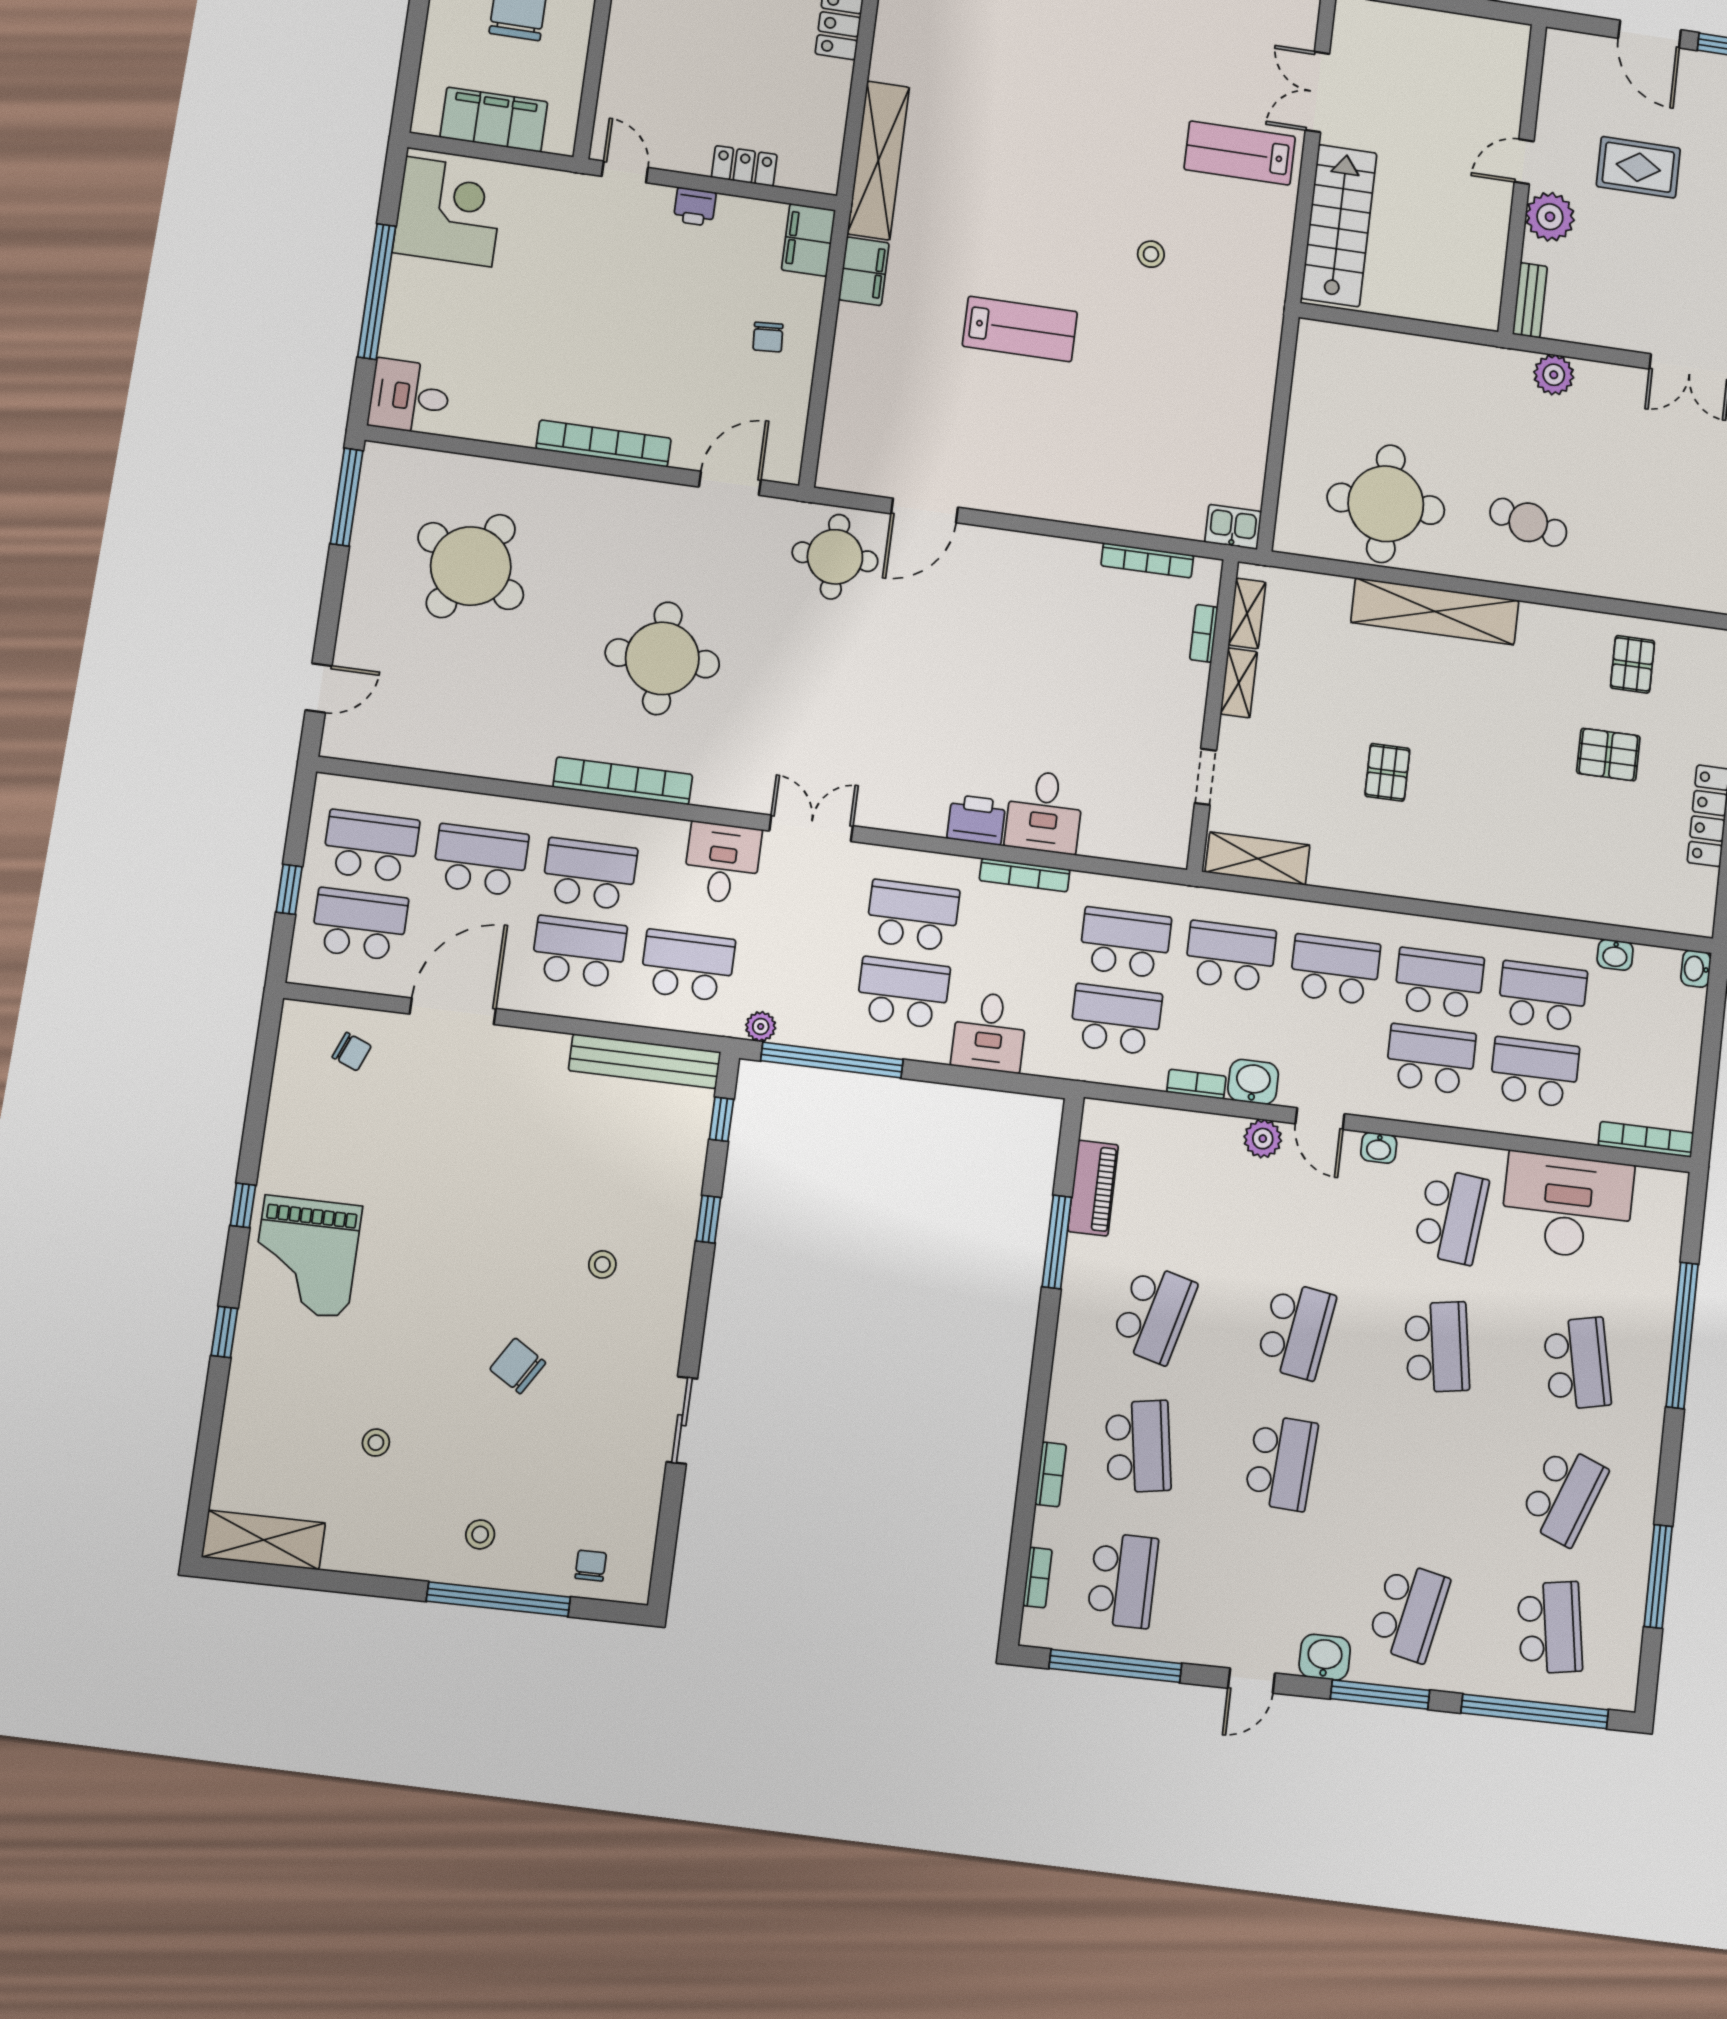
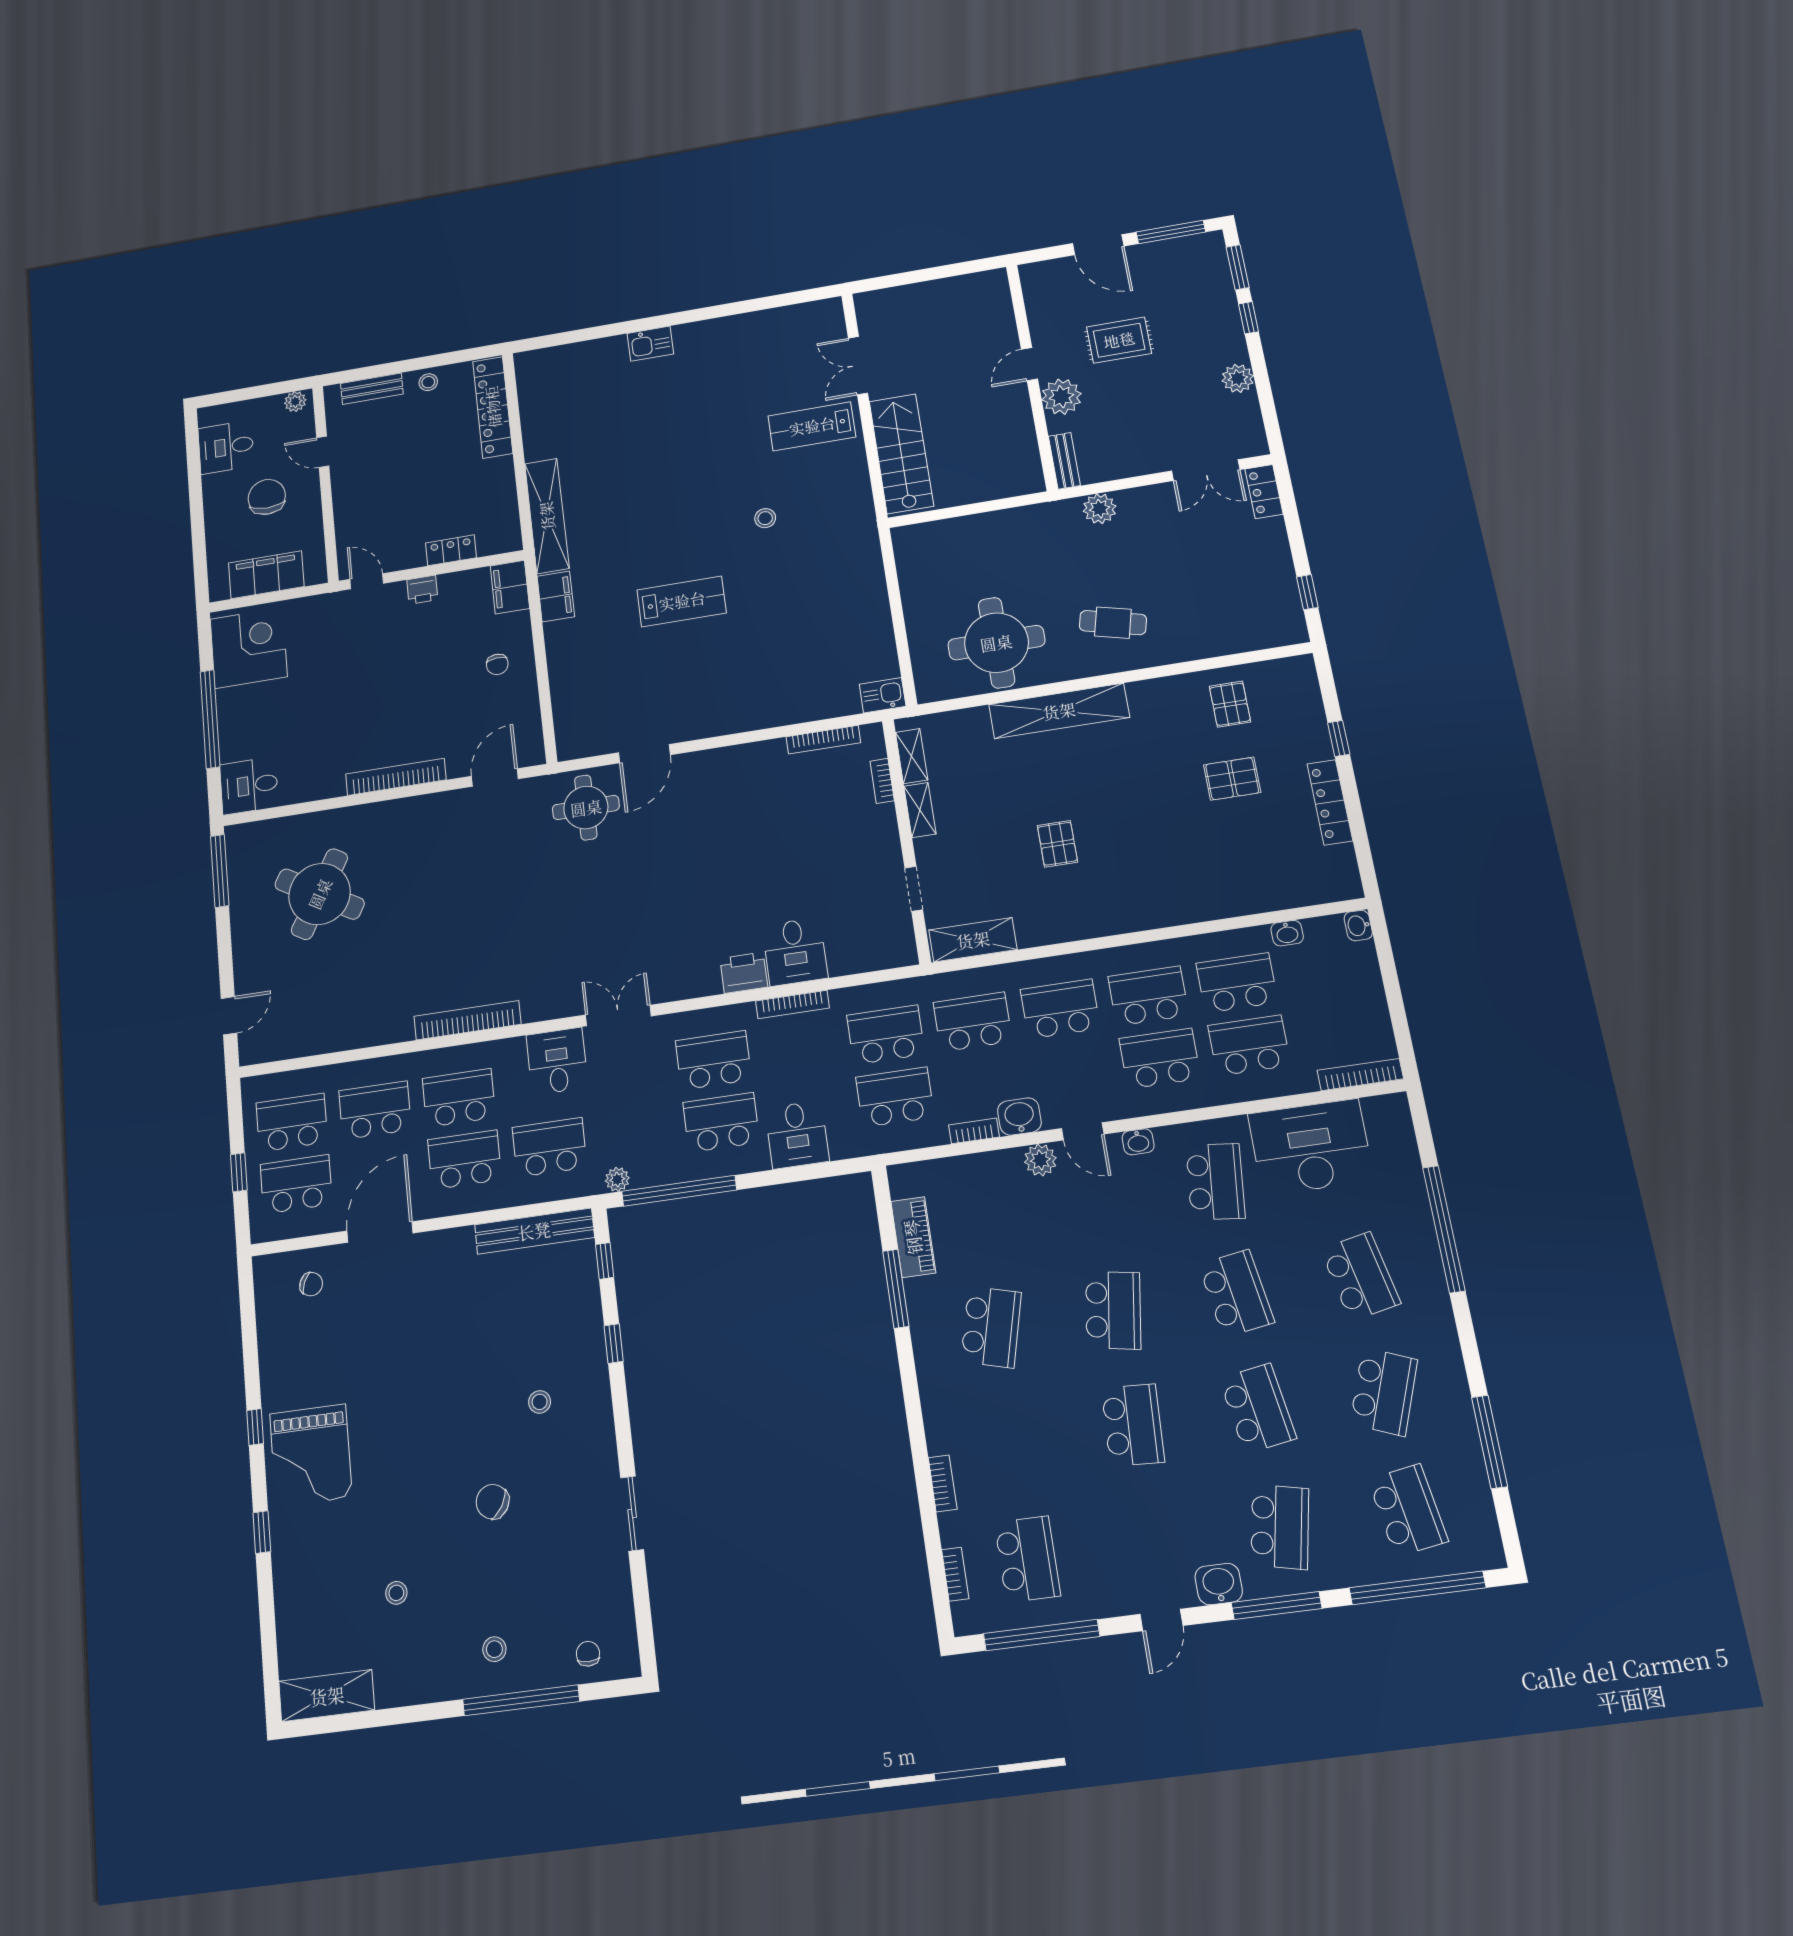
round table: (662, 658) -> (475, 920), removed
school desk: (1138, 1446) -> (1258, 1408), moved

